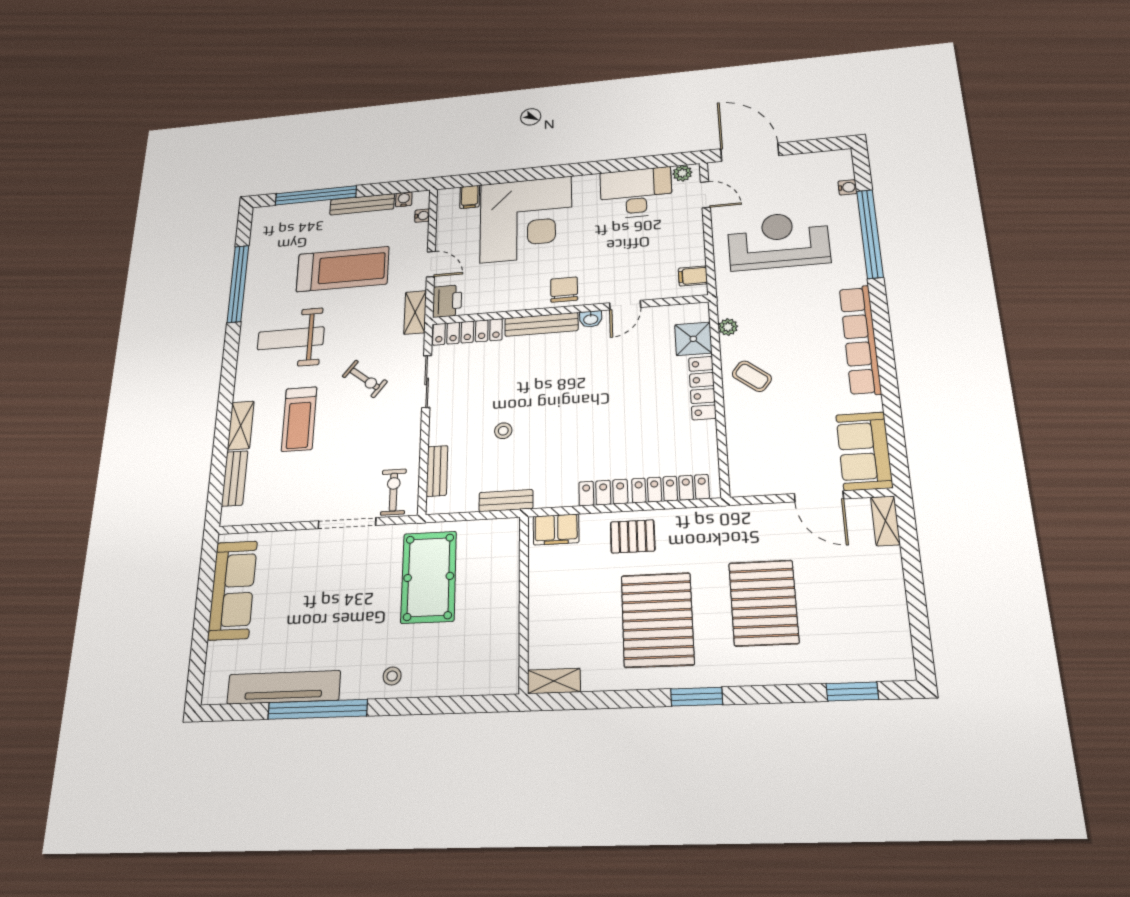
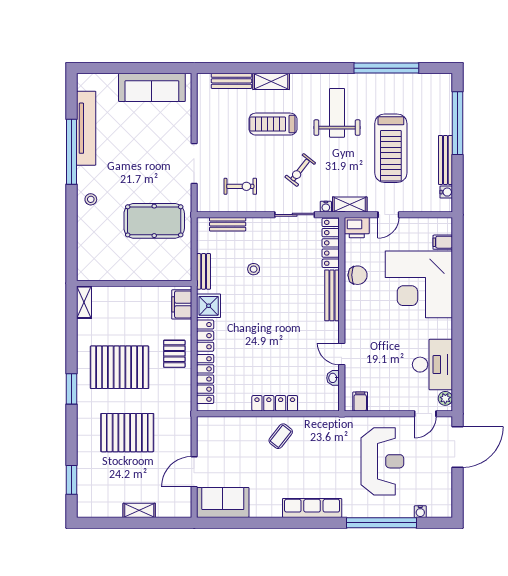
water cooler: (422, 216) -> (326, 207), moved
chair: (564, 290) -> (358, 275), moved
washbasin: (591, 319) -> (333, 378), moved
plant: (728, 327) -> (319, 423), removed
shower: (693, 339) -> (209, 306), moved
row of seats: (860, 340) -> (312, 508), width x0.73
exercise bike: (393, 492) -> (240, 186), moved
shelving: (885, 521) -> (139, 510), moved

